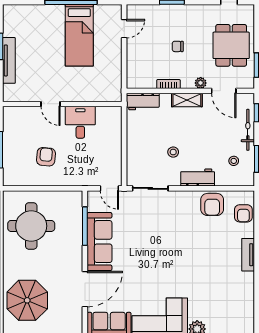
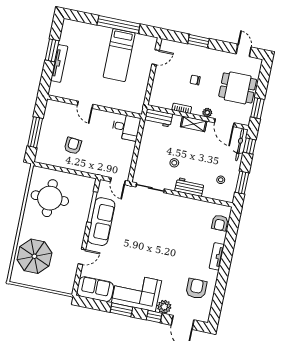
dining table: (231, 45) -> (238, 88), turned 90
desk: (80, 122) -> (126, 127), moved, turned 90
bicycle: (248, 130) -> (240, 145), moved
armchair: (212, 204) -> (196, 289), moved, turned 180
door: (85, 289) -> (82, 257), width x0.53

